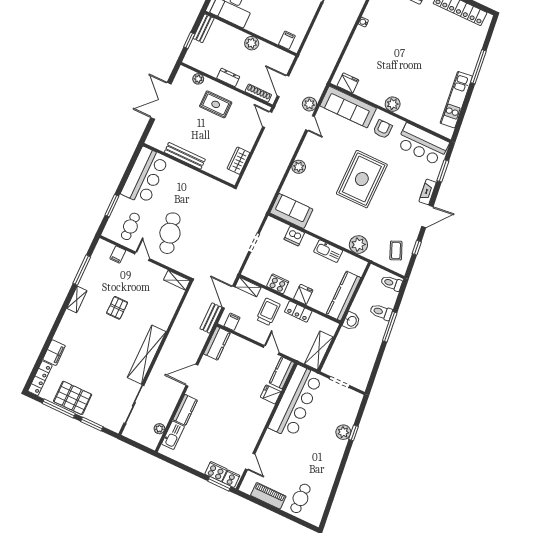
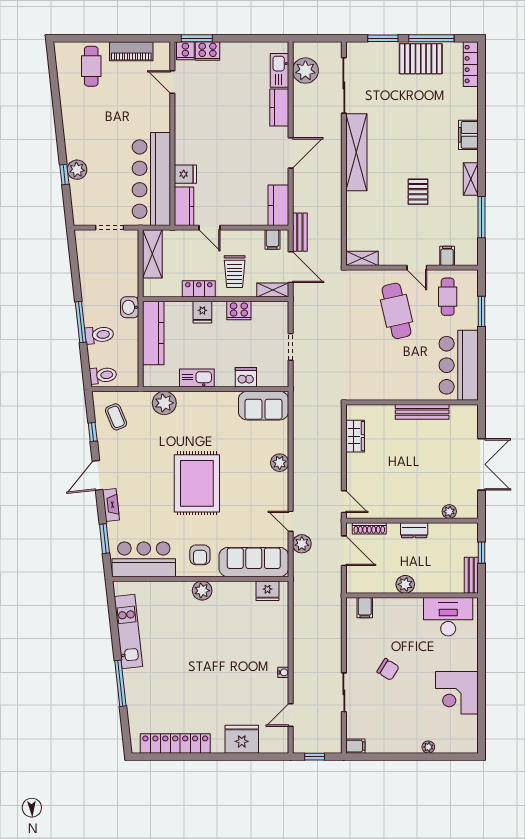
rug: (216, 104) -> (414, 491), removed
filing cabinet: (54, 353) -> (468, 135), moved
plant: (159, 429) -> (305, 71), width x1.87, depth x1.87

